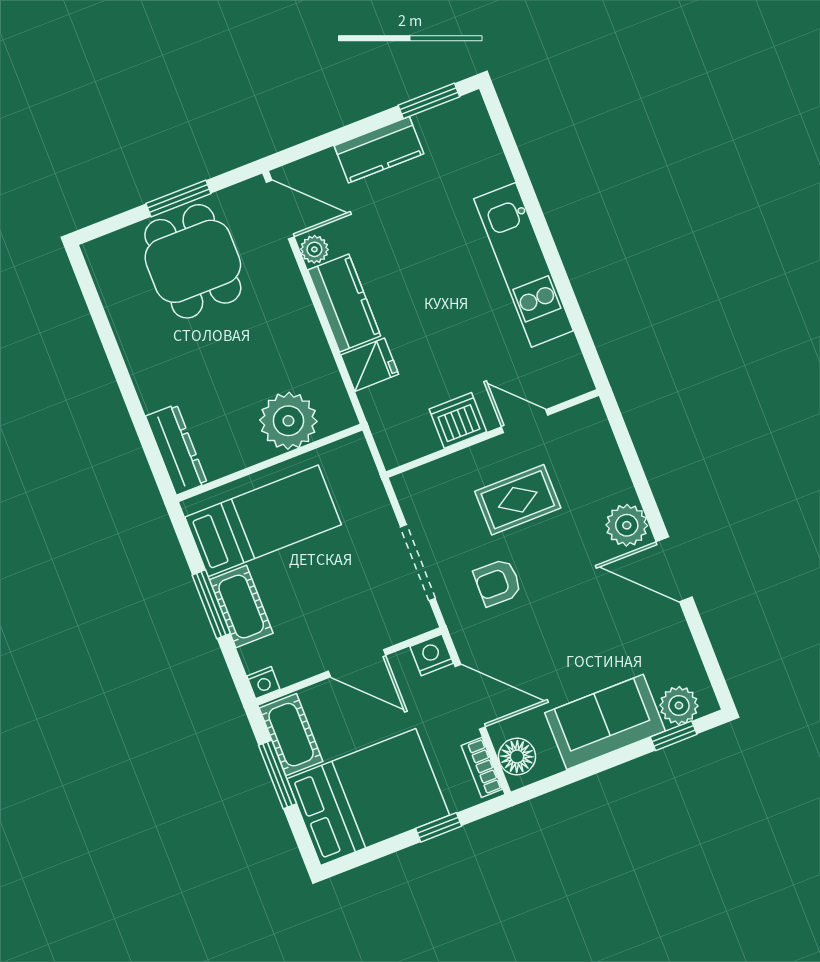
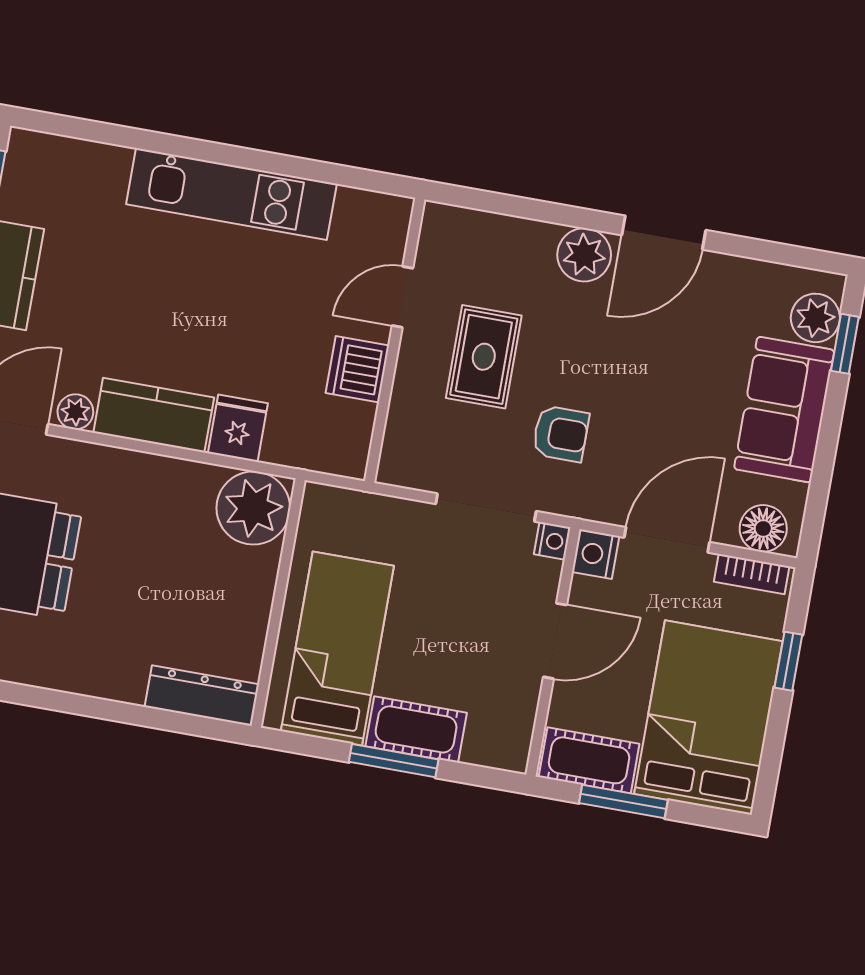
plant: (288, 421) -> (253, 508), moved
armchair: (498, 582) -> (561, 434), turned -91
nightstand: (263, 683) -> (552, 541), moved

